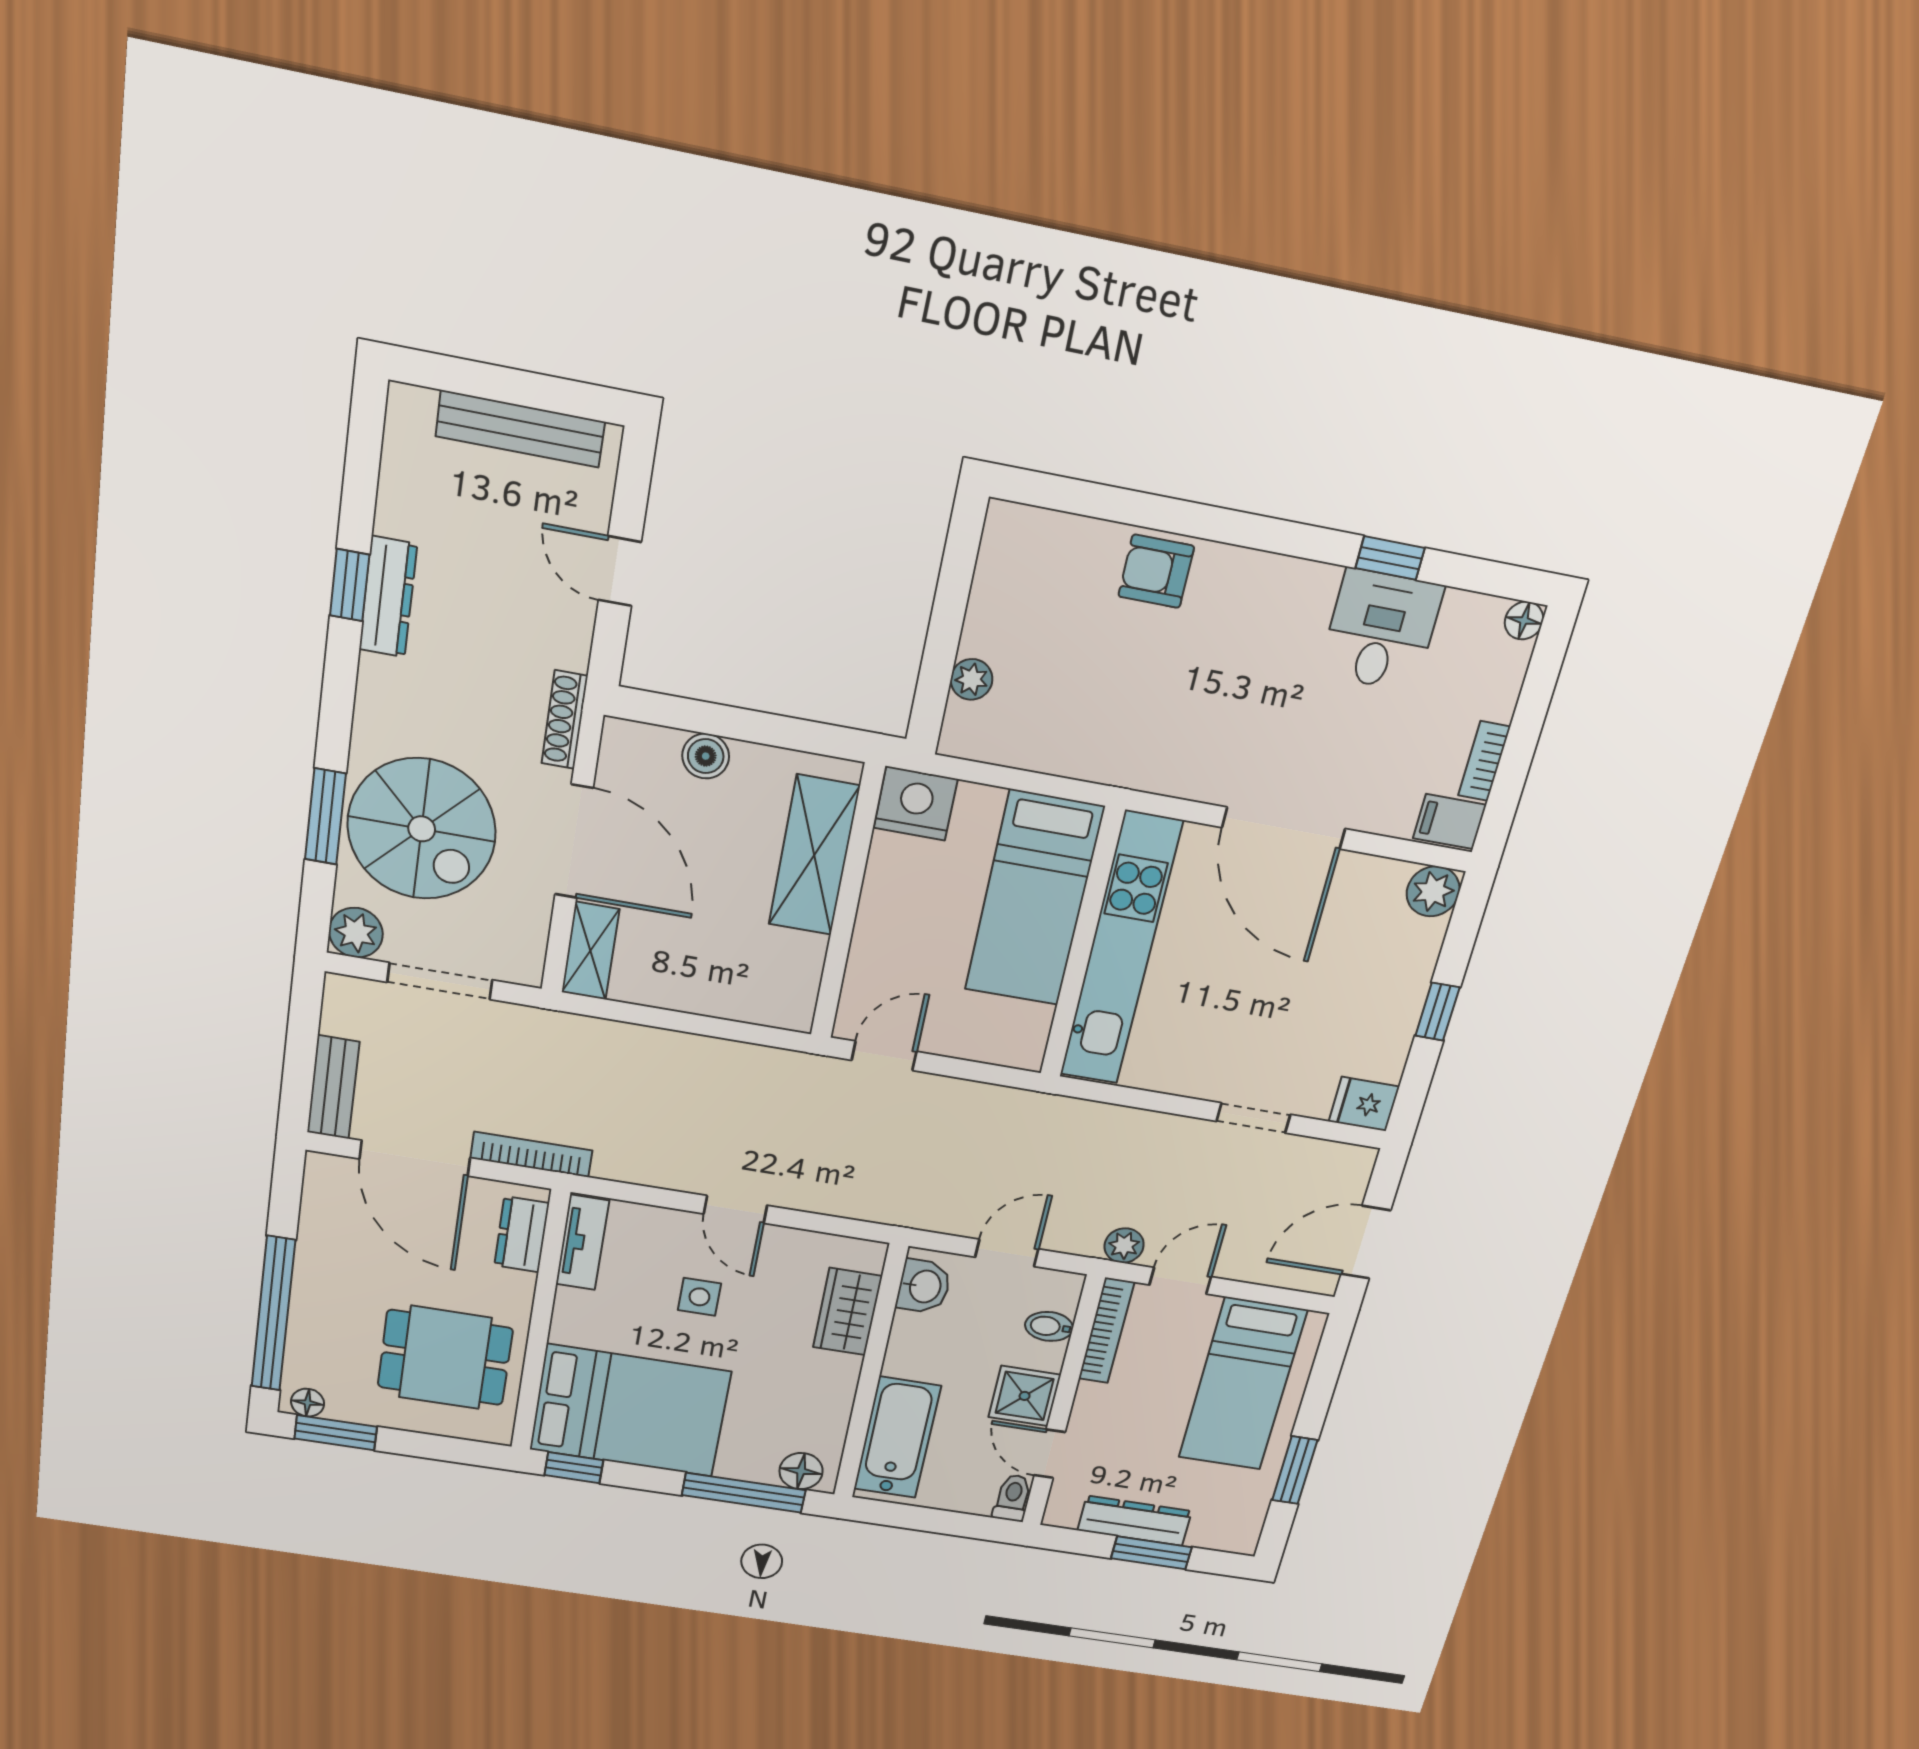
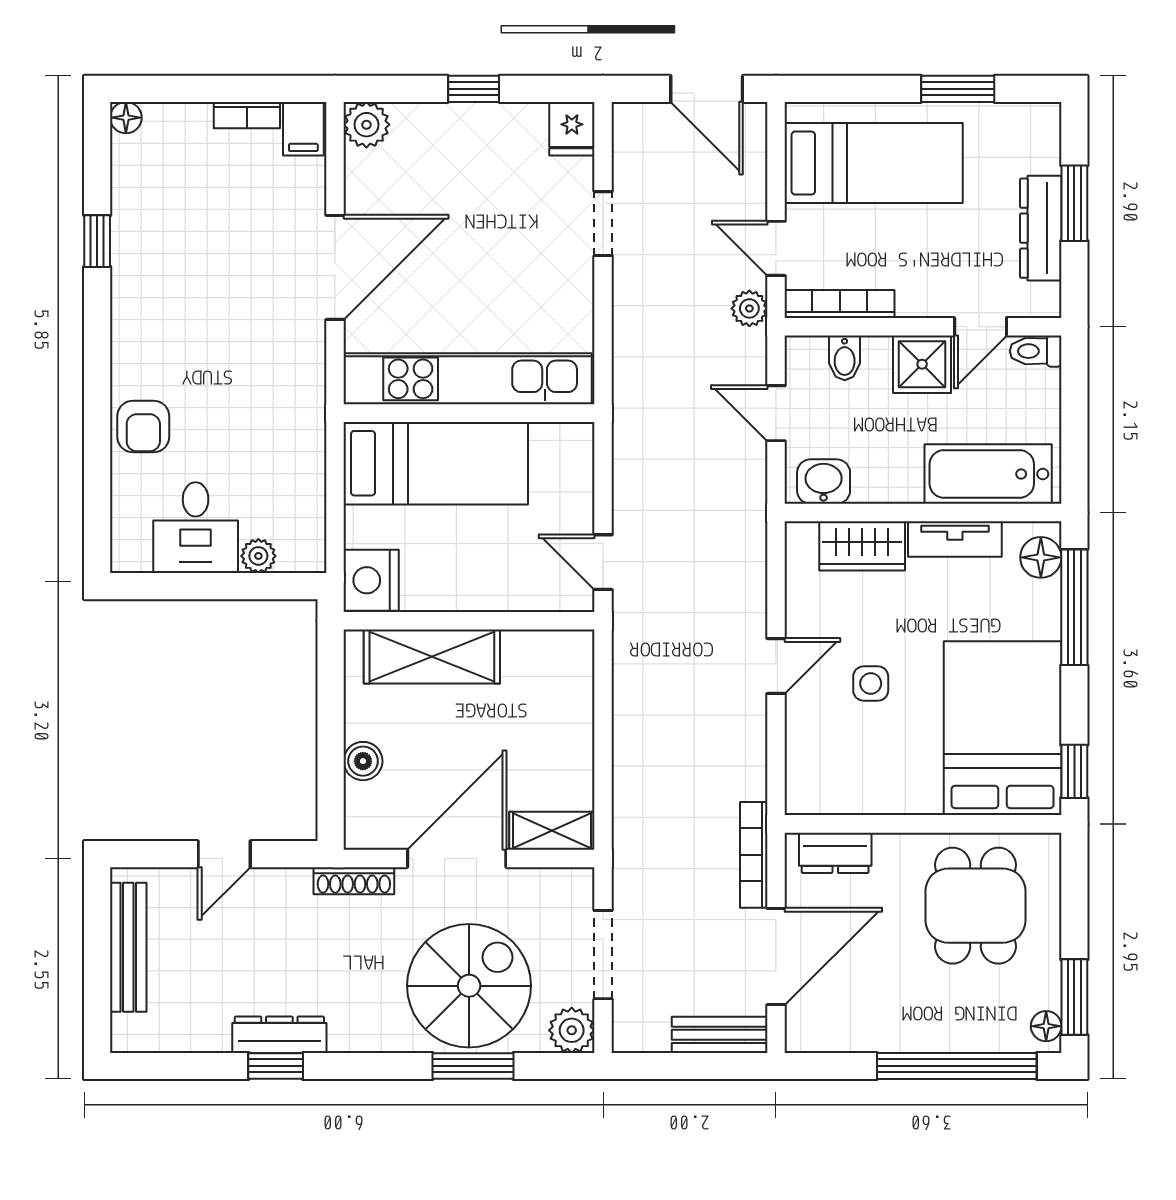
desk: (1381, 630) -> (196, 528), moved, turned -90
tv unit: (582, 1242) -> (955, 539), moved, turned 180

